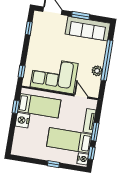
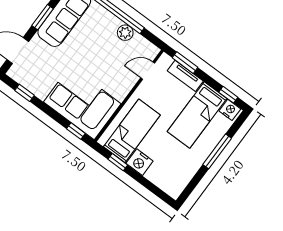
corner sofa: (54, 75) -> (82, 103), moved, turned 90
window: (95, 132) -> (185, 63), moved
window: (53, 164) -> (217, 151), width x2.17

